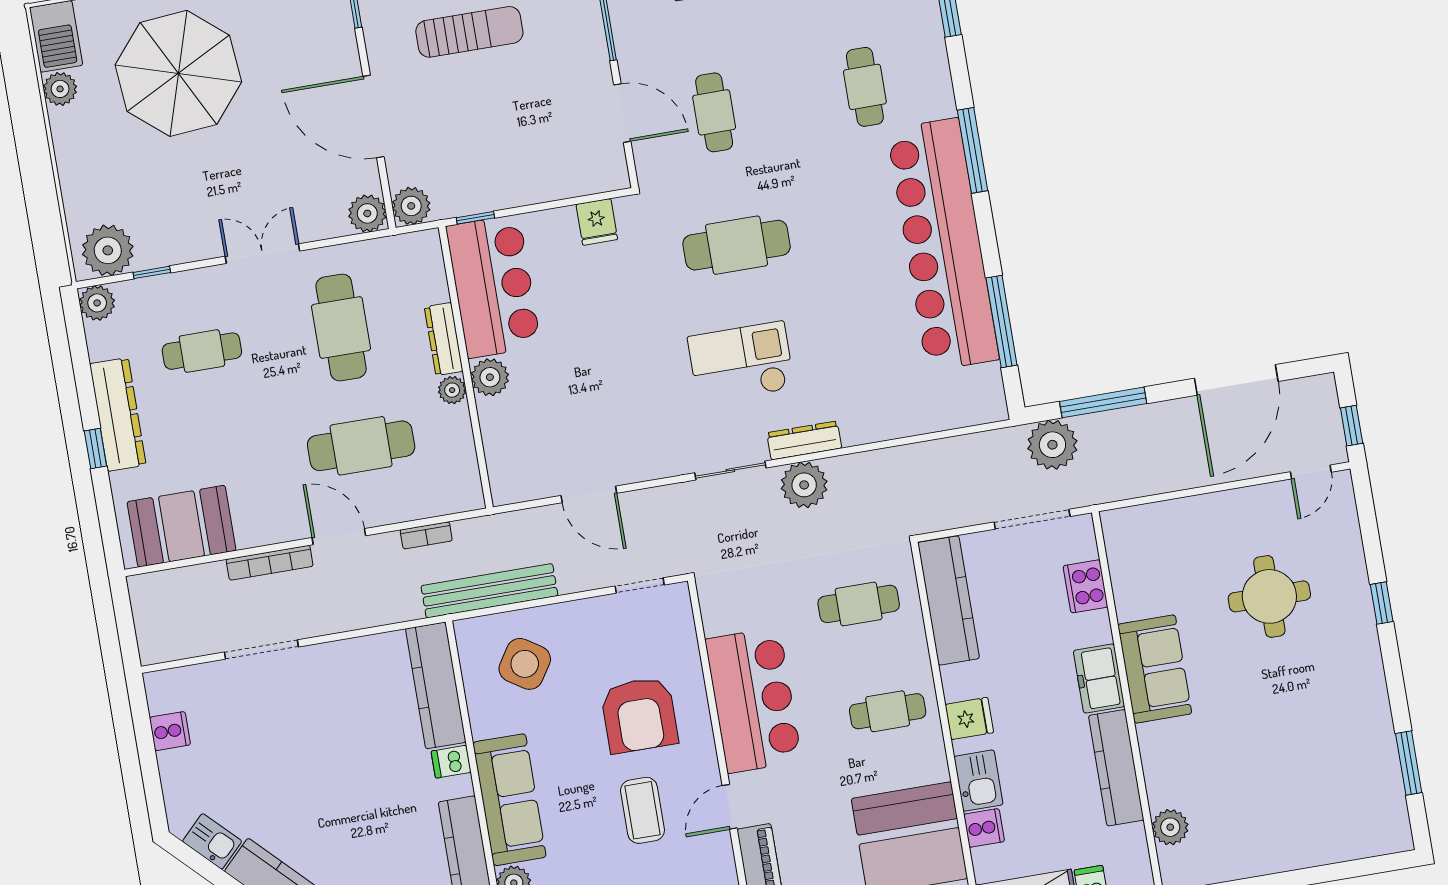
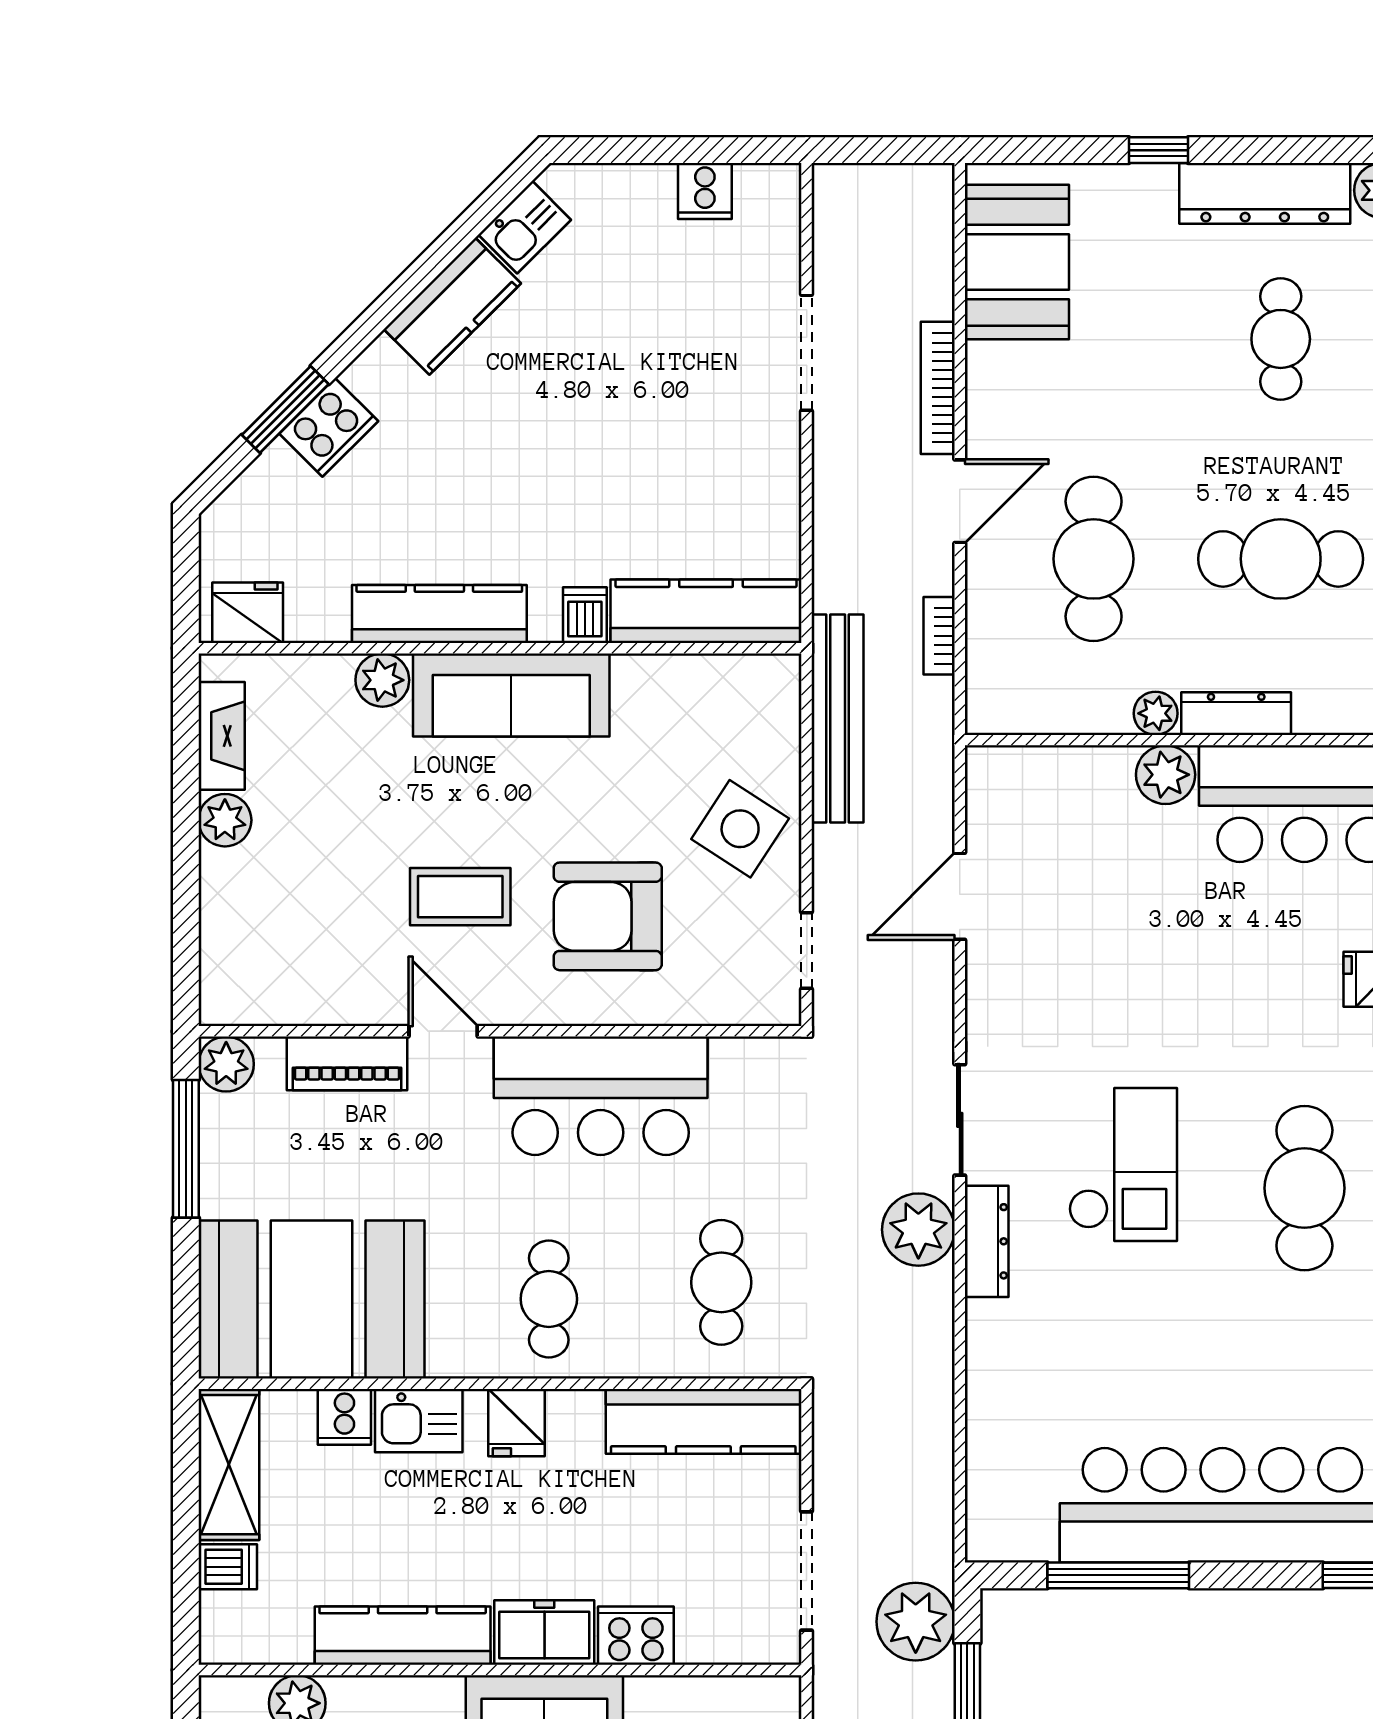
dresser: (118, 414) -> (1265, 193), moved
cooker: (1086, 586) -> (636, 1636), moved
side table: (525, 664) -> (740, 829), moved

